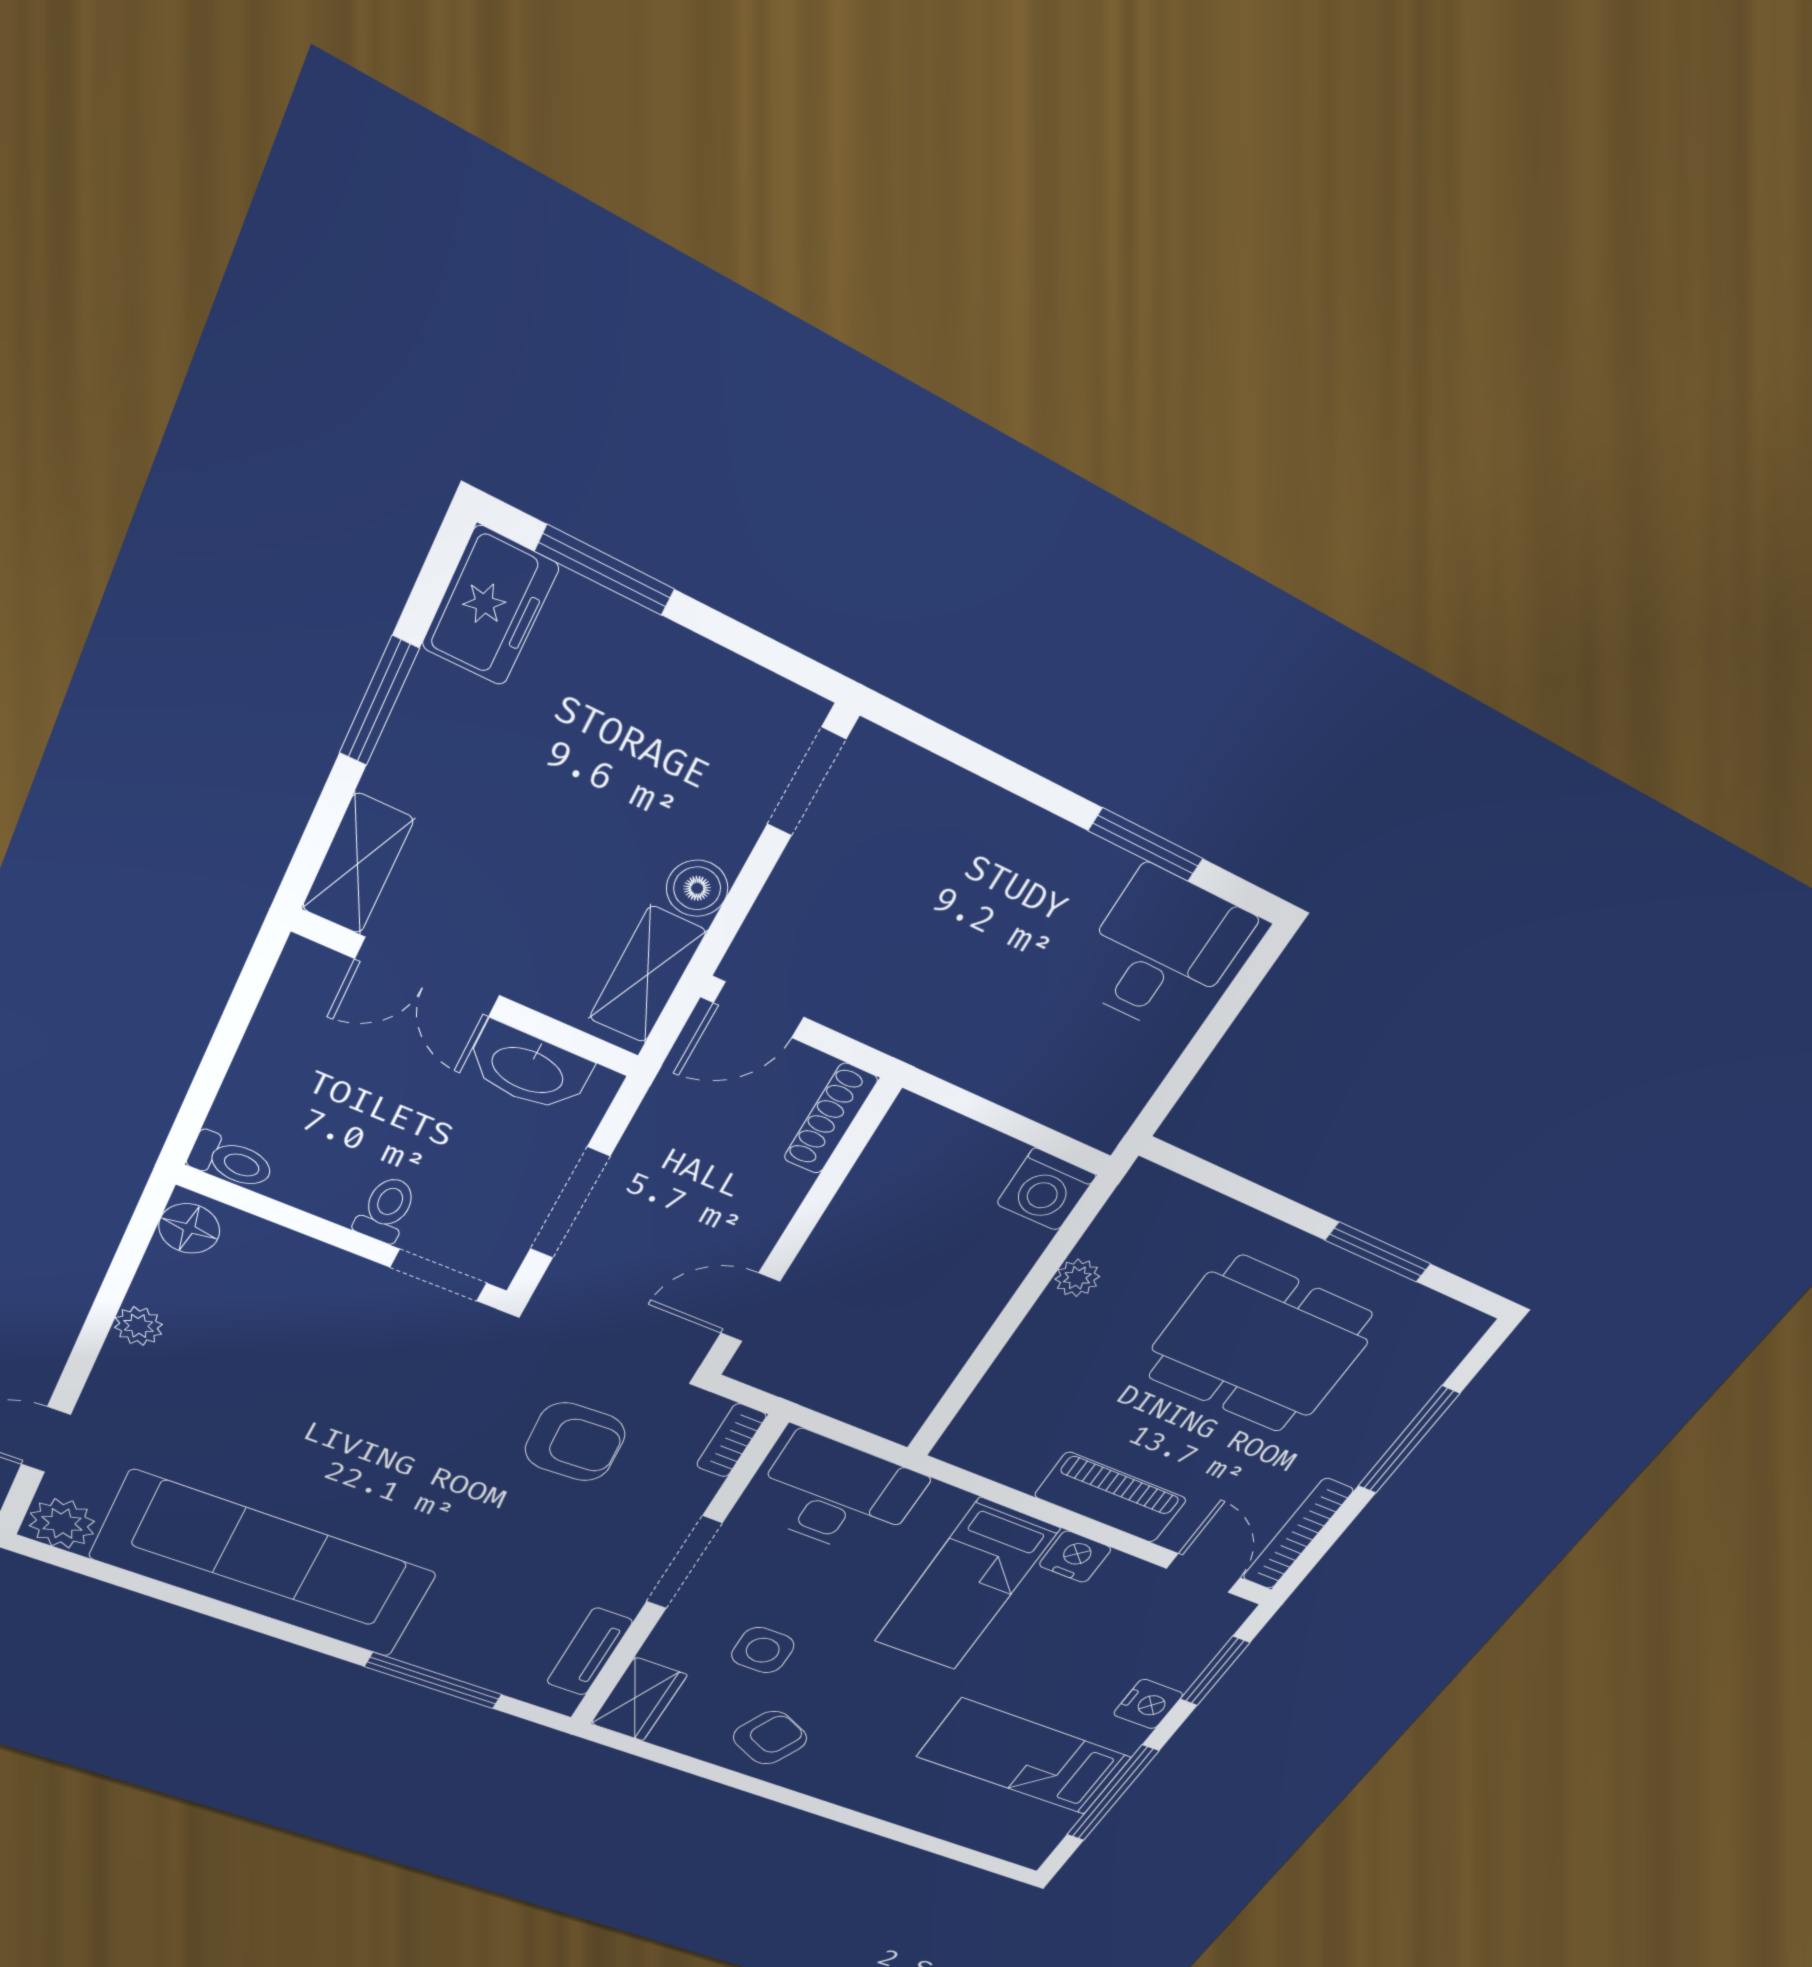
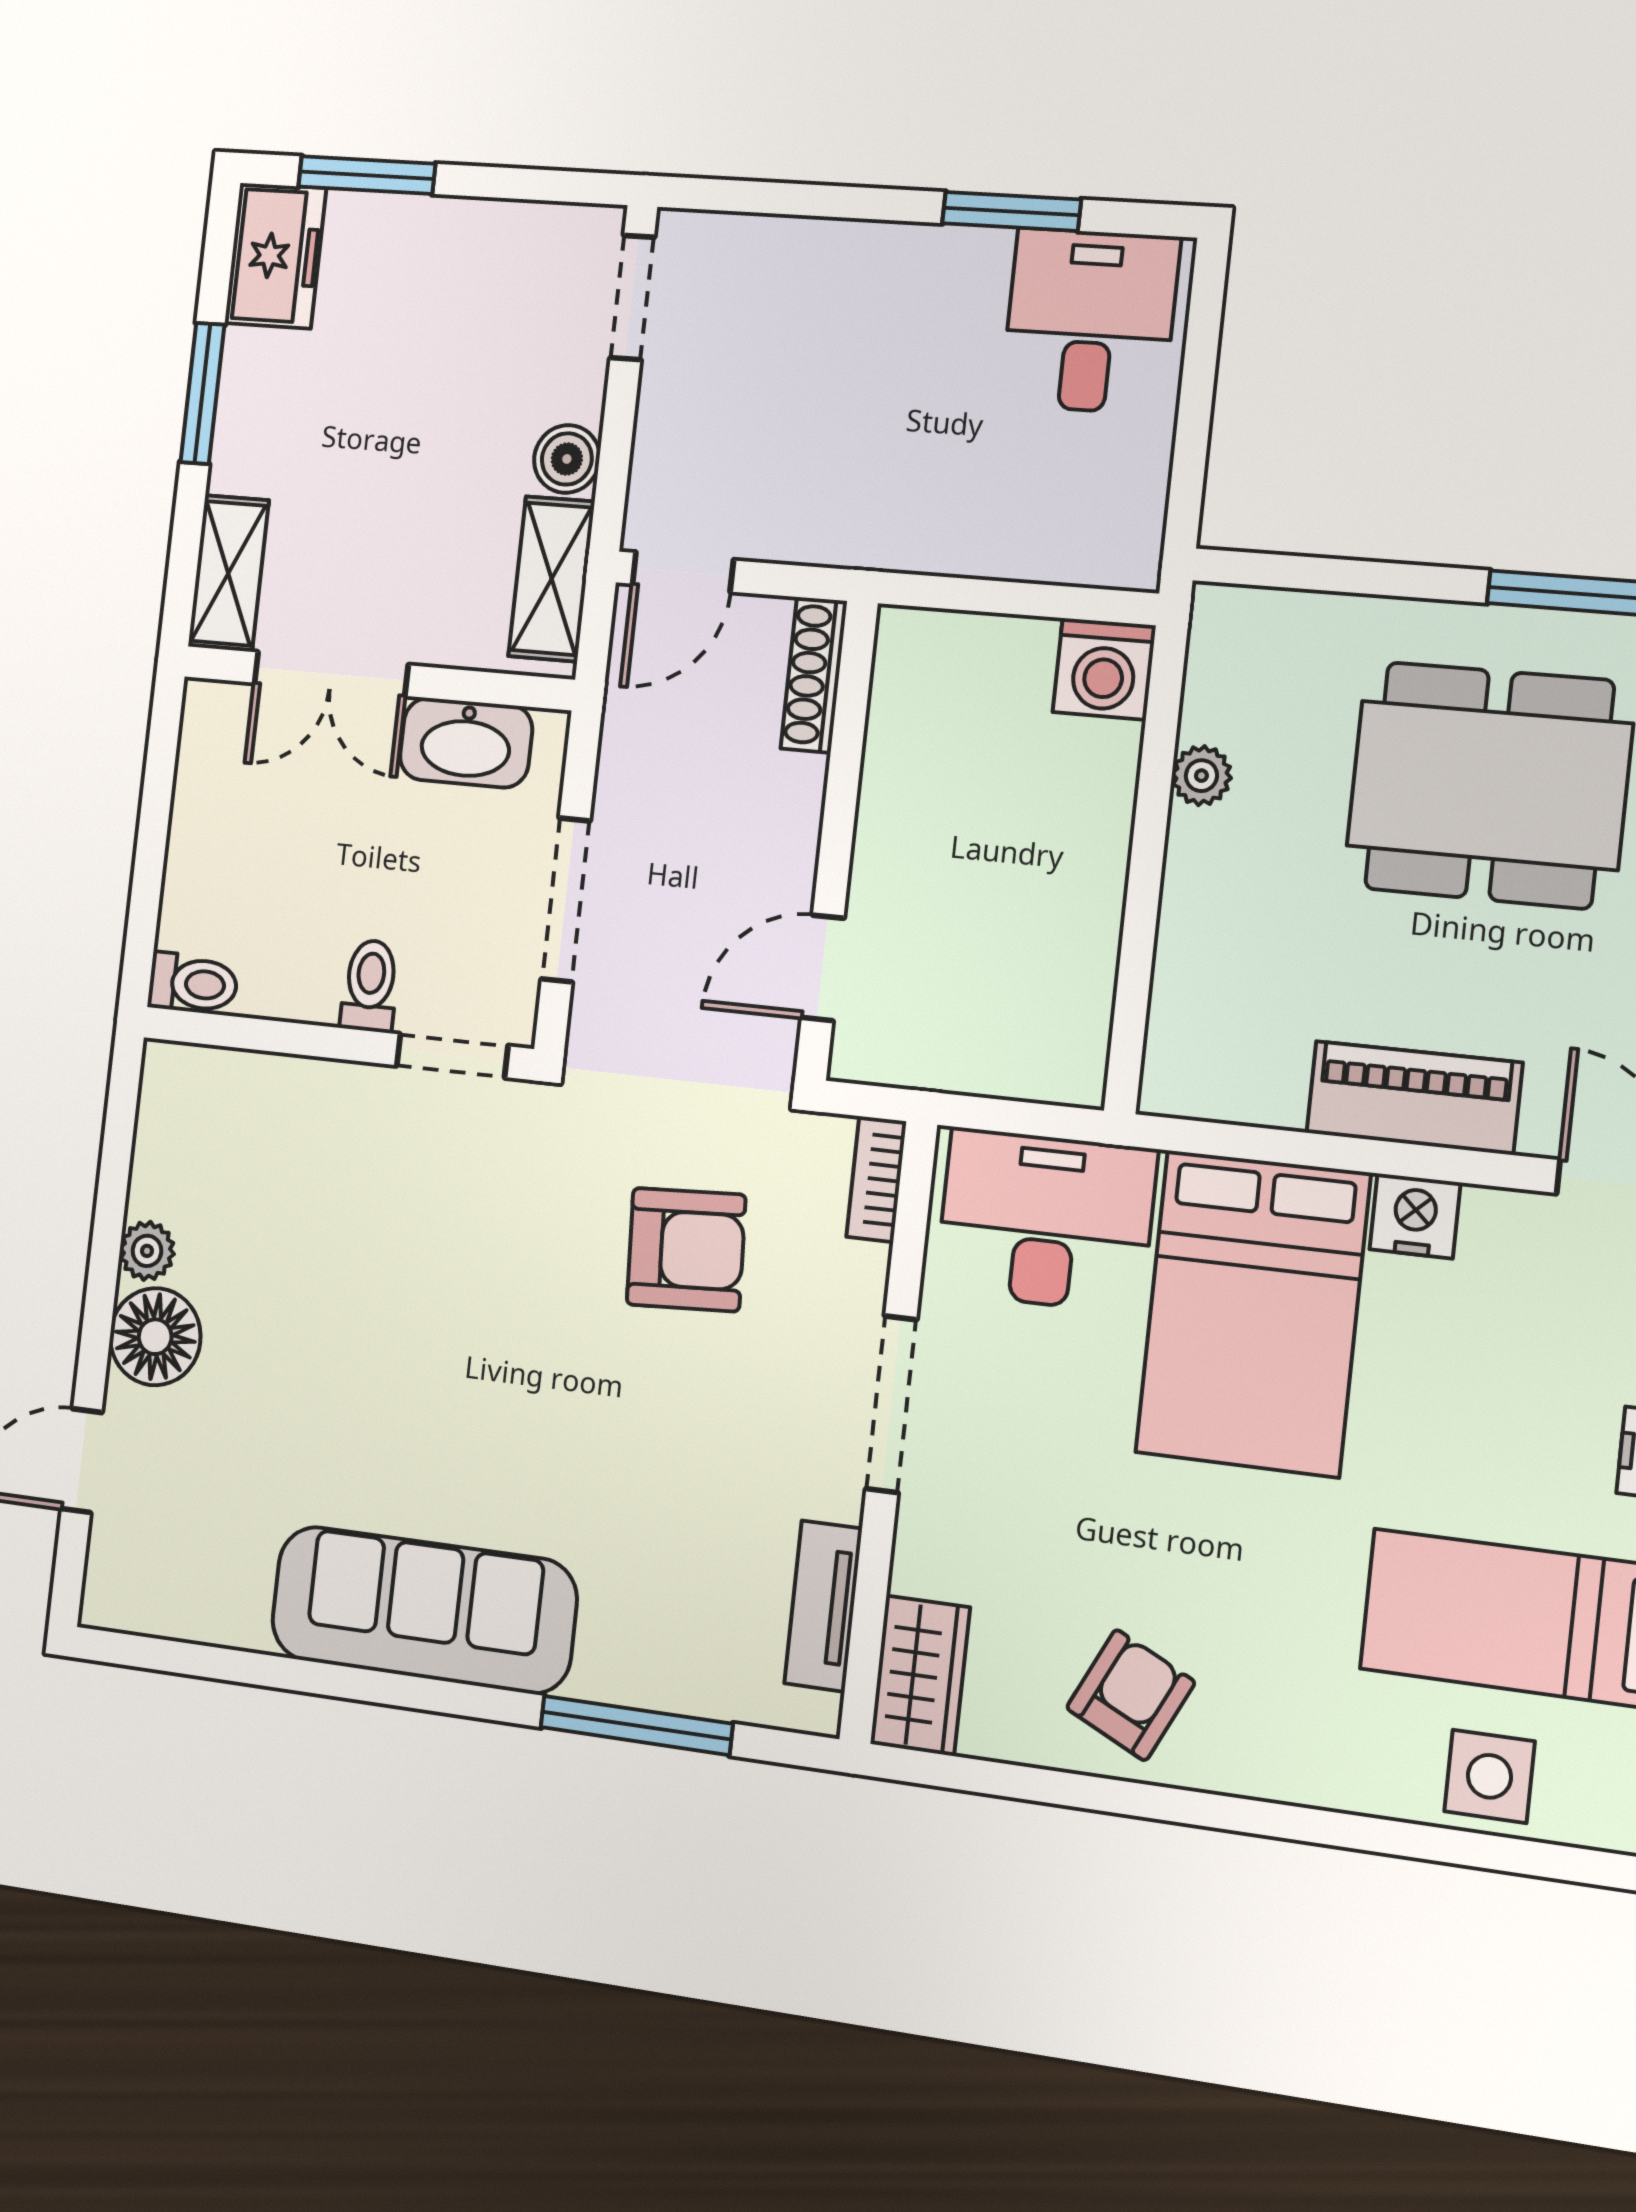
floor lamp: (189, 1228) -> (155, 1337), moved, width x1.38, depth x1.38
plant: (62, 1523) -> (124, 1591), removed
sofa: (264, 1565) -> (424, 1610), width x0.74, depth x0.79
bed: (967, 1585) -> (1253, 1313), width x1.50
side table: (763, 1650) -> (1489, 1776), moved

